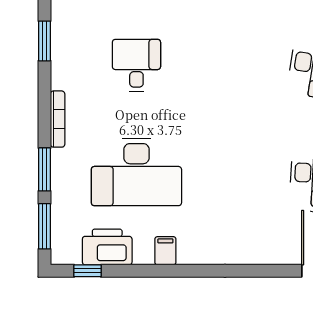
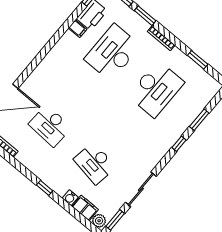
desk: (136, 65) -> (156, 89), width x1.87, depth x1.30
filing cabinet: (165, 251) -> (77, 29), moved

